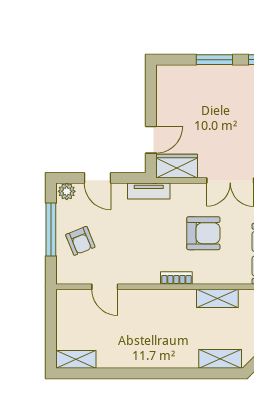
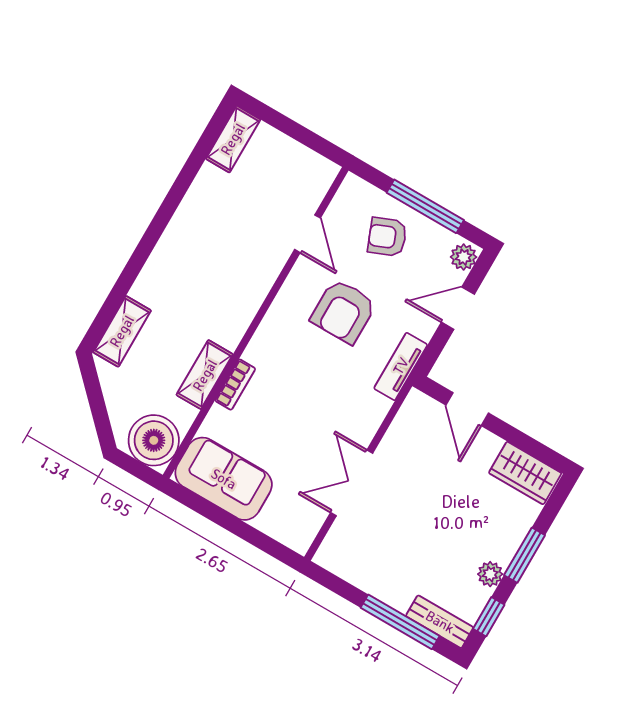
plant: (236, 73) -> (490, 574), added
wardrobe: (177, 166) -> (525, 473), moved, turned 90
armchair: (203, 233) -> (343, 311), moved
bookcase: (176, 278) -> (235, 385), moved
door: (105, 287) -> (307, 234), swing flipped

